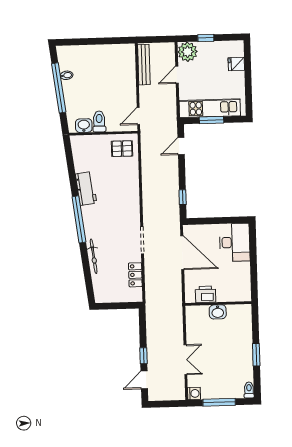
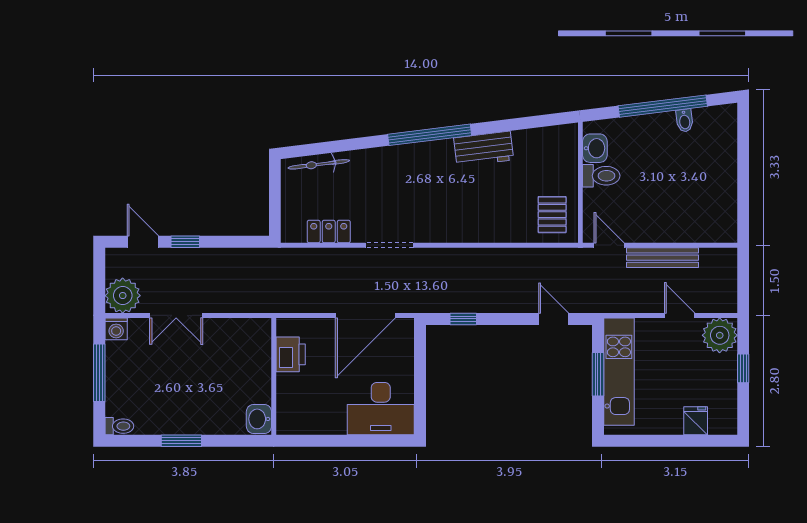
bench: (144, 65) -> (662, 258), moved
bicycle: (94, 256) -> (319, 164), moved
washbasin: (218, 312) -> (259, 419), moved
plant: (175, 390) -> (123, 296), added

